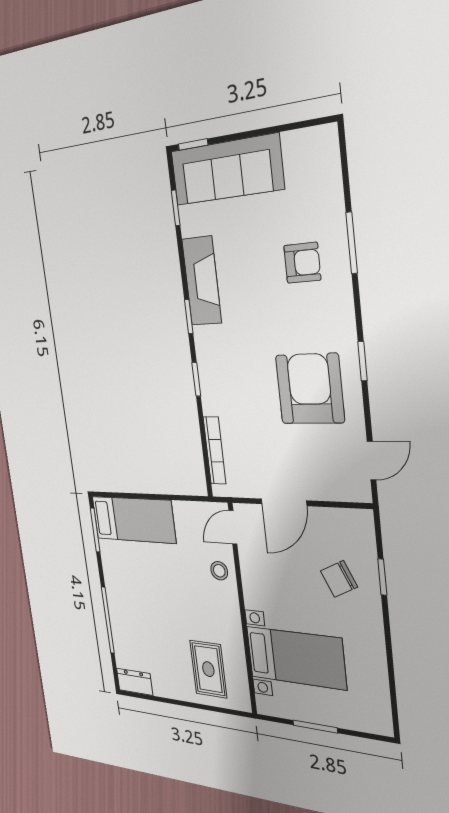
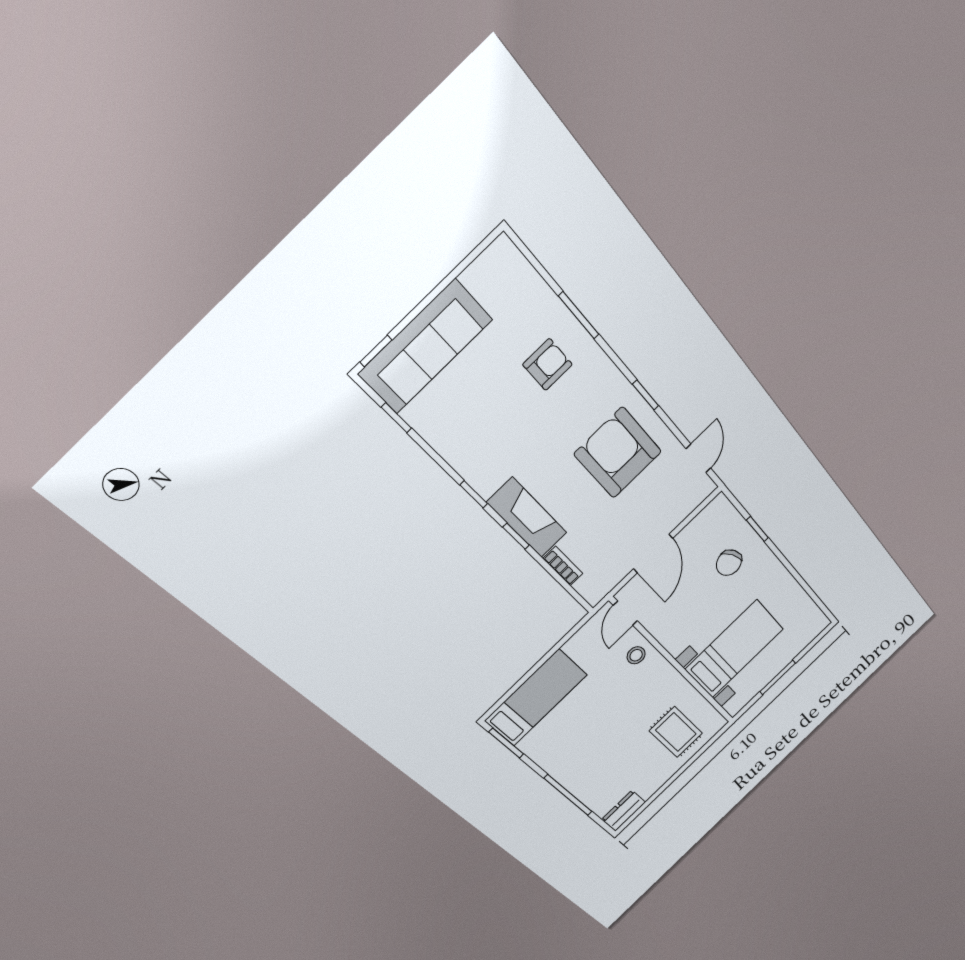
fireplace: (202, 281) -> (527, 518), moved
bookcase: (215, 451) -> (563, 566), width x0.64

